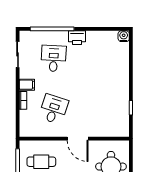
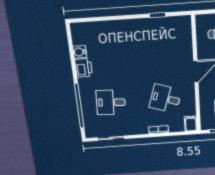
water cooler: (124, 36) -> (80, 52), moved
printer: (77, 38) -> (84, 68), moved
filing cabinet: (27, 85) -> (191, 124), moved

